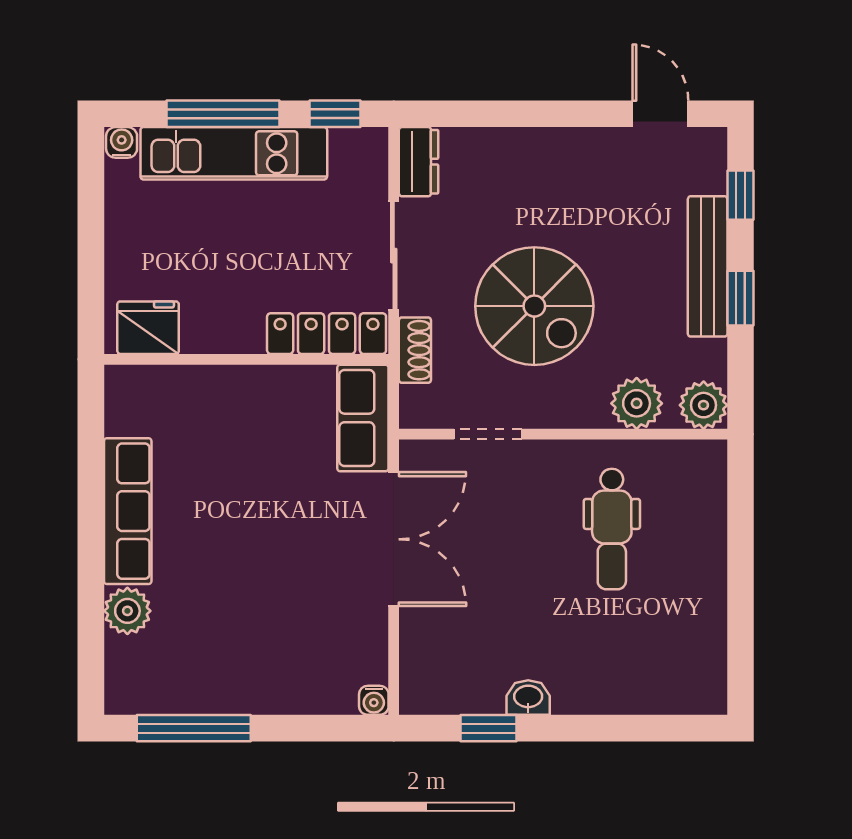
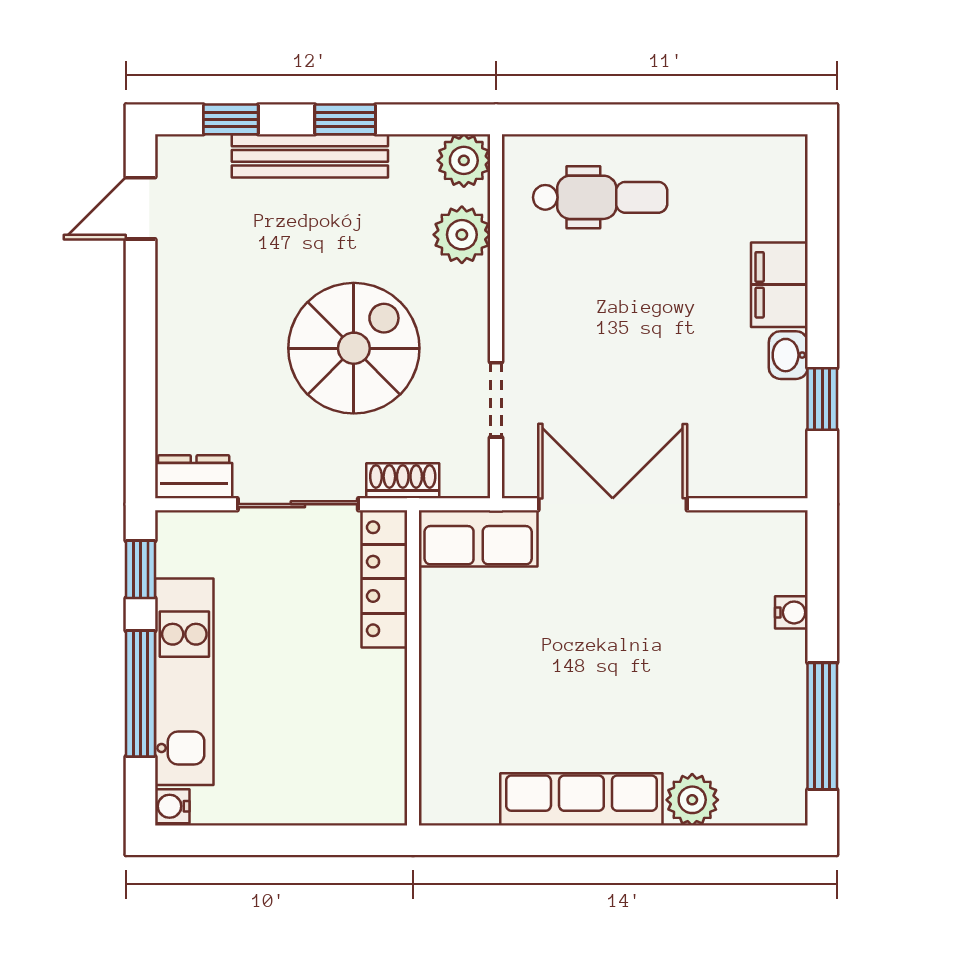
fridge: (148, 328) -> (378, 777), removed
dental chair: (612, 529) -> (600, 197), moved
filing cabinet: (591, 689) -> (779, 285), added
water cooler: (374, 700) -> (791, 612), moved

